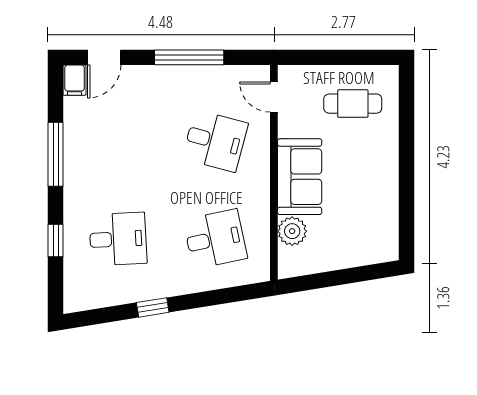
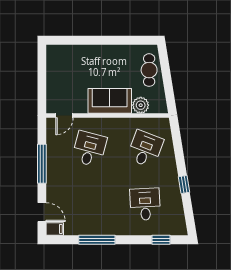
cafe table: (353, 104) -> (149, 70), moved
desk: (215, 239) -> (145, 149), turned 33
window: (56, 240) -> (161, 240), moved

